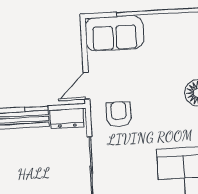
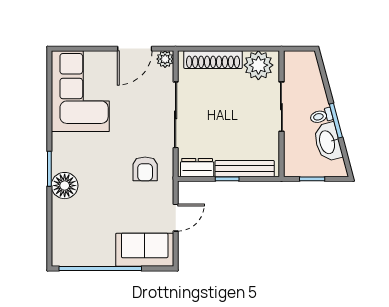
door: (86, 86) -> (176, 218), moved

